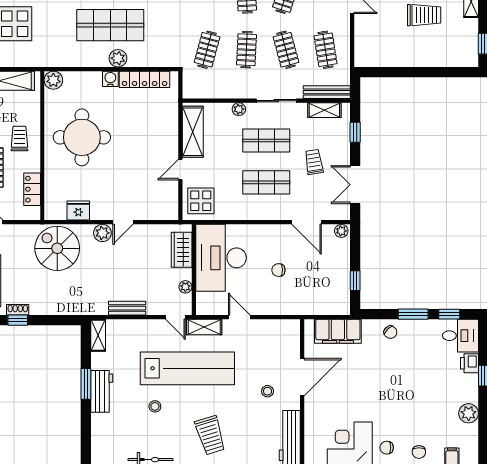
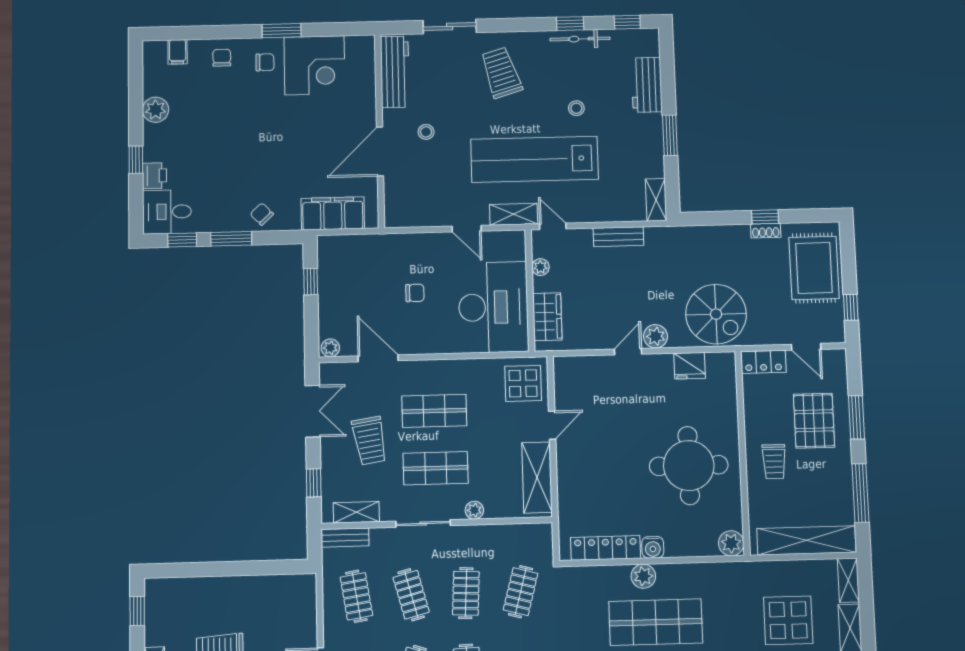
bench: (327, 92) -> (345, 538), width x0.73
trolley: (314, 162) -> (370, 441), width x1.36, depth x1.39
locker: (32, 189) -> (763, 362), moved, turned 90
workbench: (102, 391) -> (647, 85), moved

